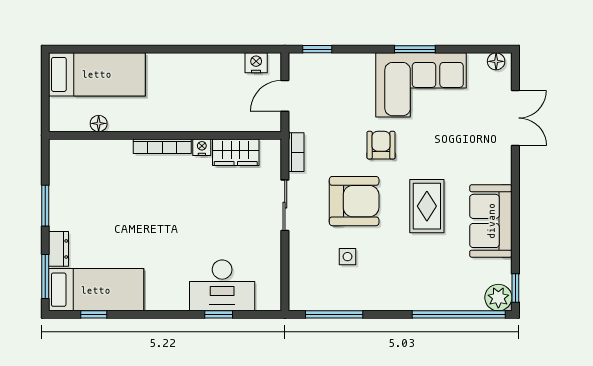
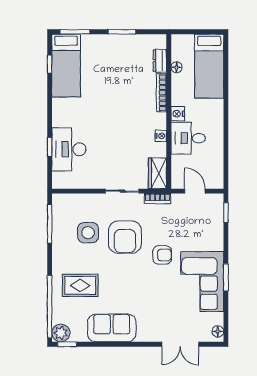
nightstand: (256, 63) -> (178, 114), moved, turned 180
desk: (205, 106) -> (188, 138), added
bookcase: (162, 146) -> (161, 93), moved
wardrobe: (236, 152) -> (157, 173), moved
rug: (427, 206) -> (80, 285), moved
dresser: (59, 249) -> (160, 61), moved, turned 90
side table: (347, 257) -> (88, 233), width x1.87, depth x1.87

